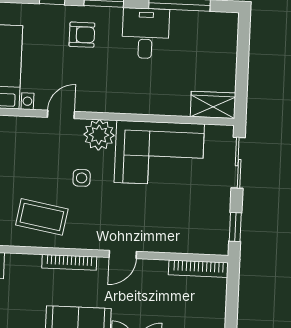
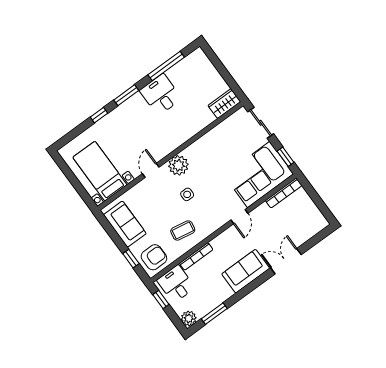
armchair: (82, 35) -> (129, 121), removed
corner sofa: (159, 153) -> (259, 174), moved, turned 180
coffee table: (42, 217) -> (183, 230), width x0.73, depth x0.77
bookcase: (69, 262) -> (196, 256), moved

